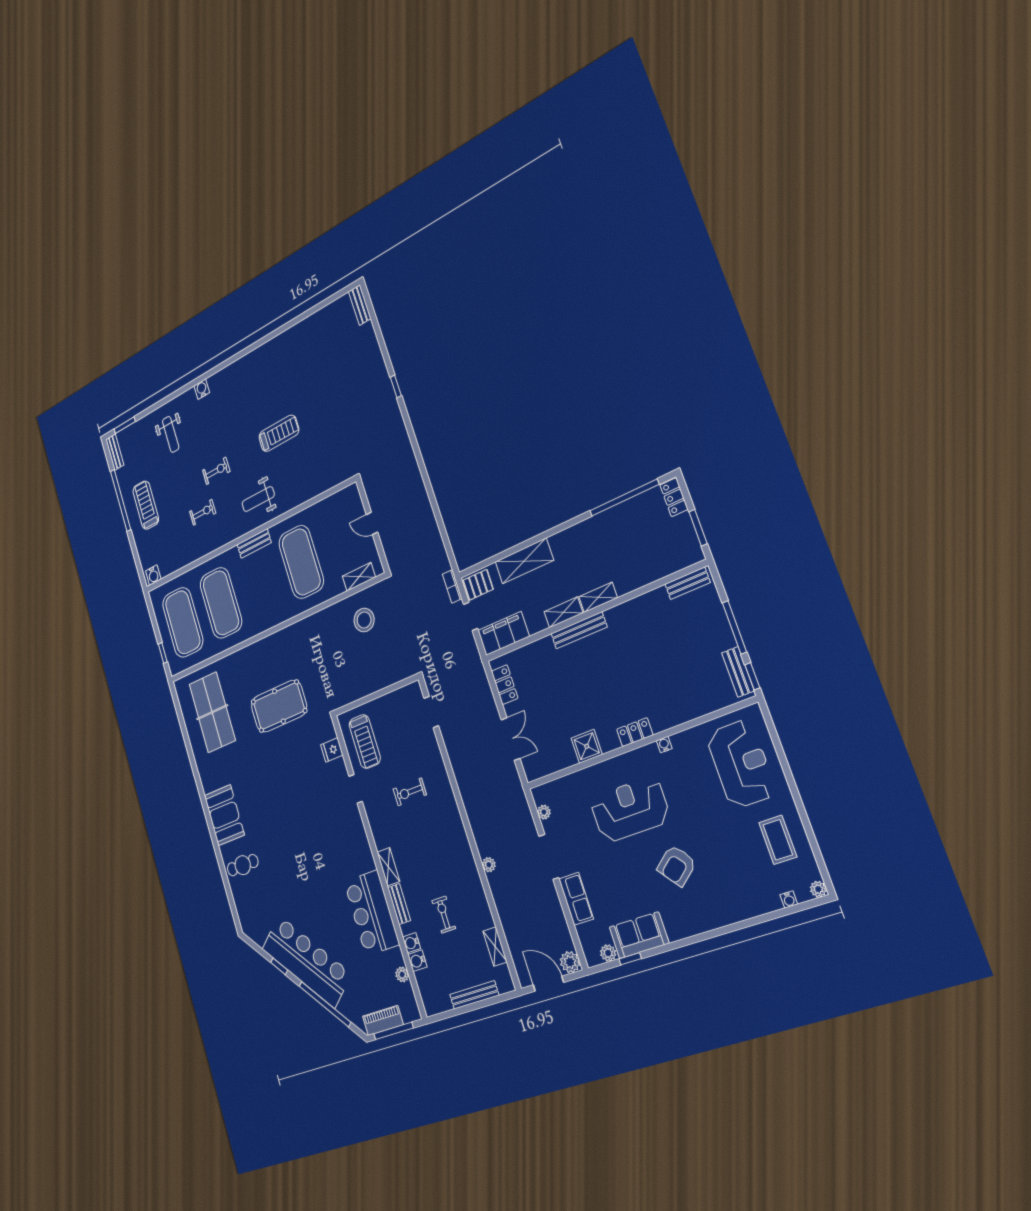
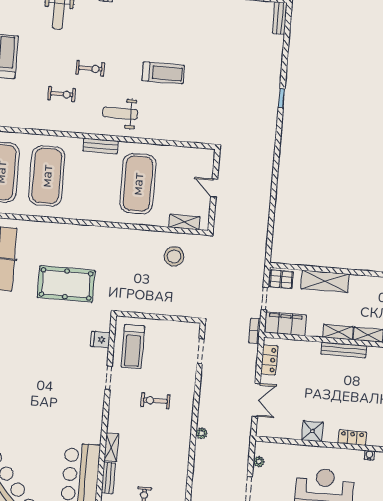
bookcase: (452, 586) -> (255, 331), moved
plant: (489, 865) -> (202, 433), moved

